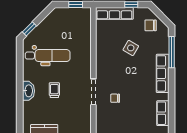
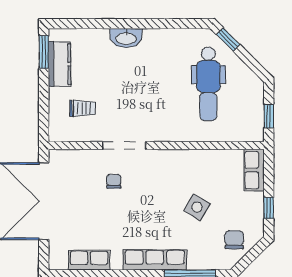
row of seats: (114, 13) -> (254, 170), width x0.68
dental chair: (48, 56) -> (208, 84), moved
trolley: (54, 90) -> (82, 108), moved

